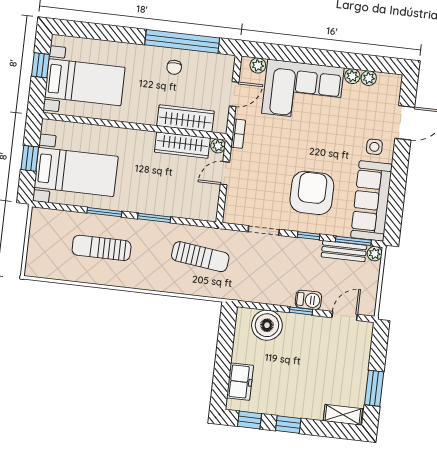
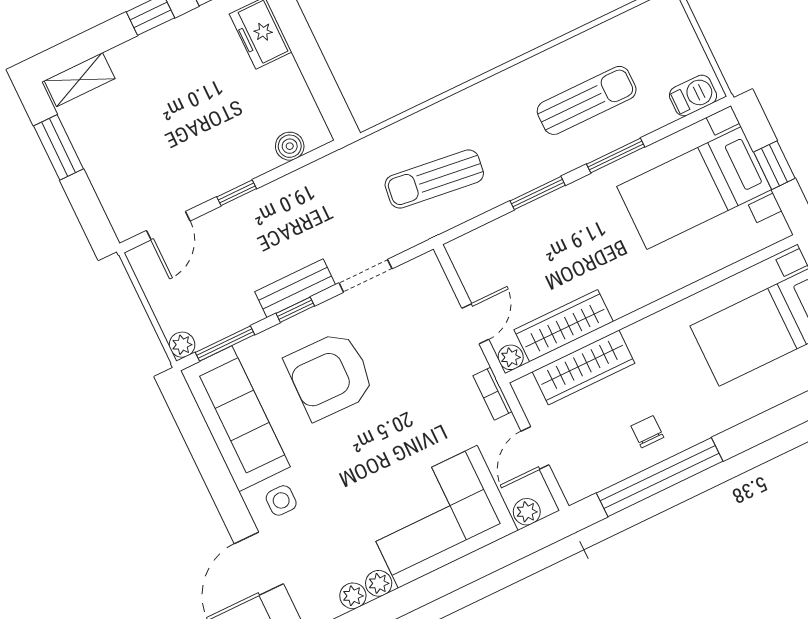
armchair: (312, 193) -> (330, 375), turned 91
bench: (344, 251) -> (295, 288), moved
barbecue: (308, 300) -> (693, 96), moved, turned 180
boiler: (267, 325) -> (290, 146), width x0.54, depth x0.54

